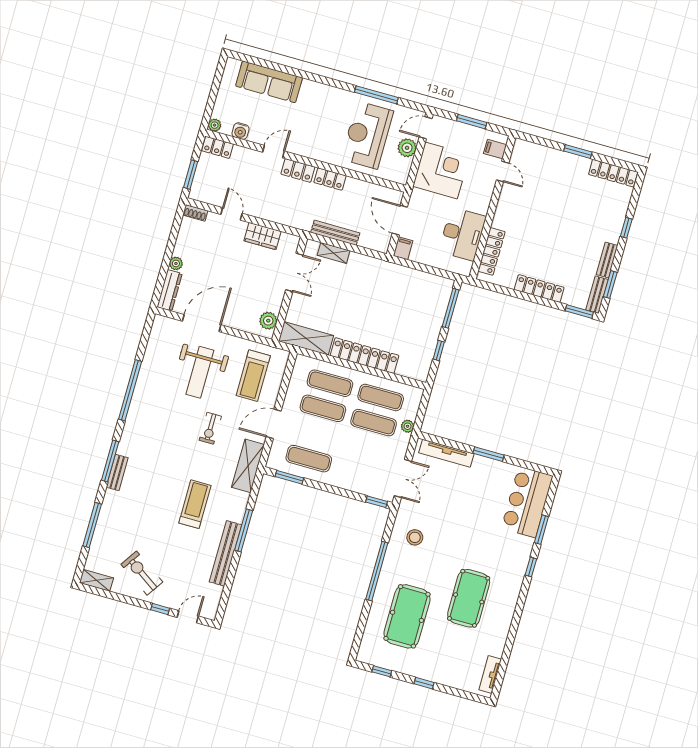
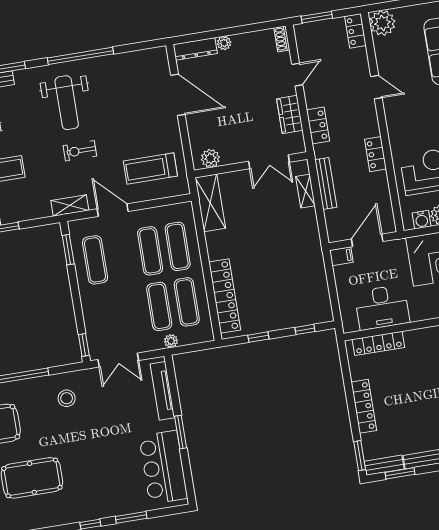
plant: (215, 125) -> (382, 23), width x1.87, depth x1.87
water cooler: (241, 131) -> (422, 220), moved, turned -90
locker: (298, 170) -> (318, 125), moved, turned 180
window: (451, 308) -> (305, 329), width x0.46
locker: (364, 356) -> (225, 296), moved
weight bench: (200, 372) -> (67, 103), moved, turned -90
shelving: (248, 466) -> (70, 205), width x0.67, depth x0.75
bar counter: (527, 502) -> (163, 467), moved, turned -90

